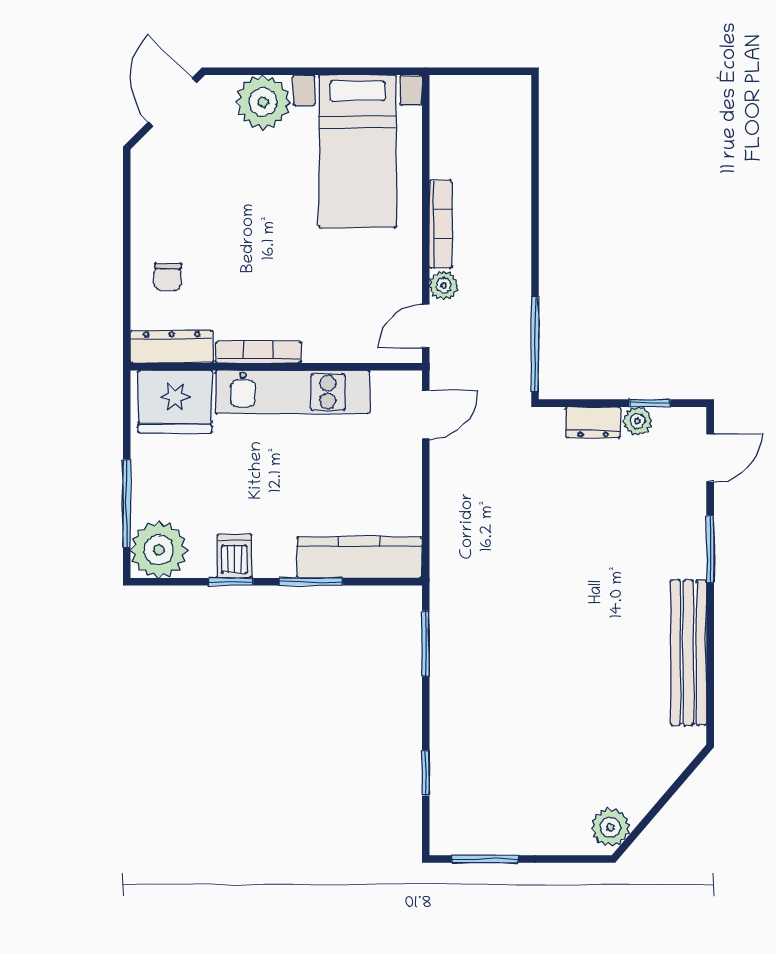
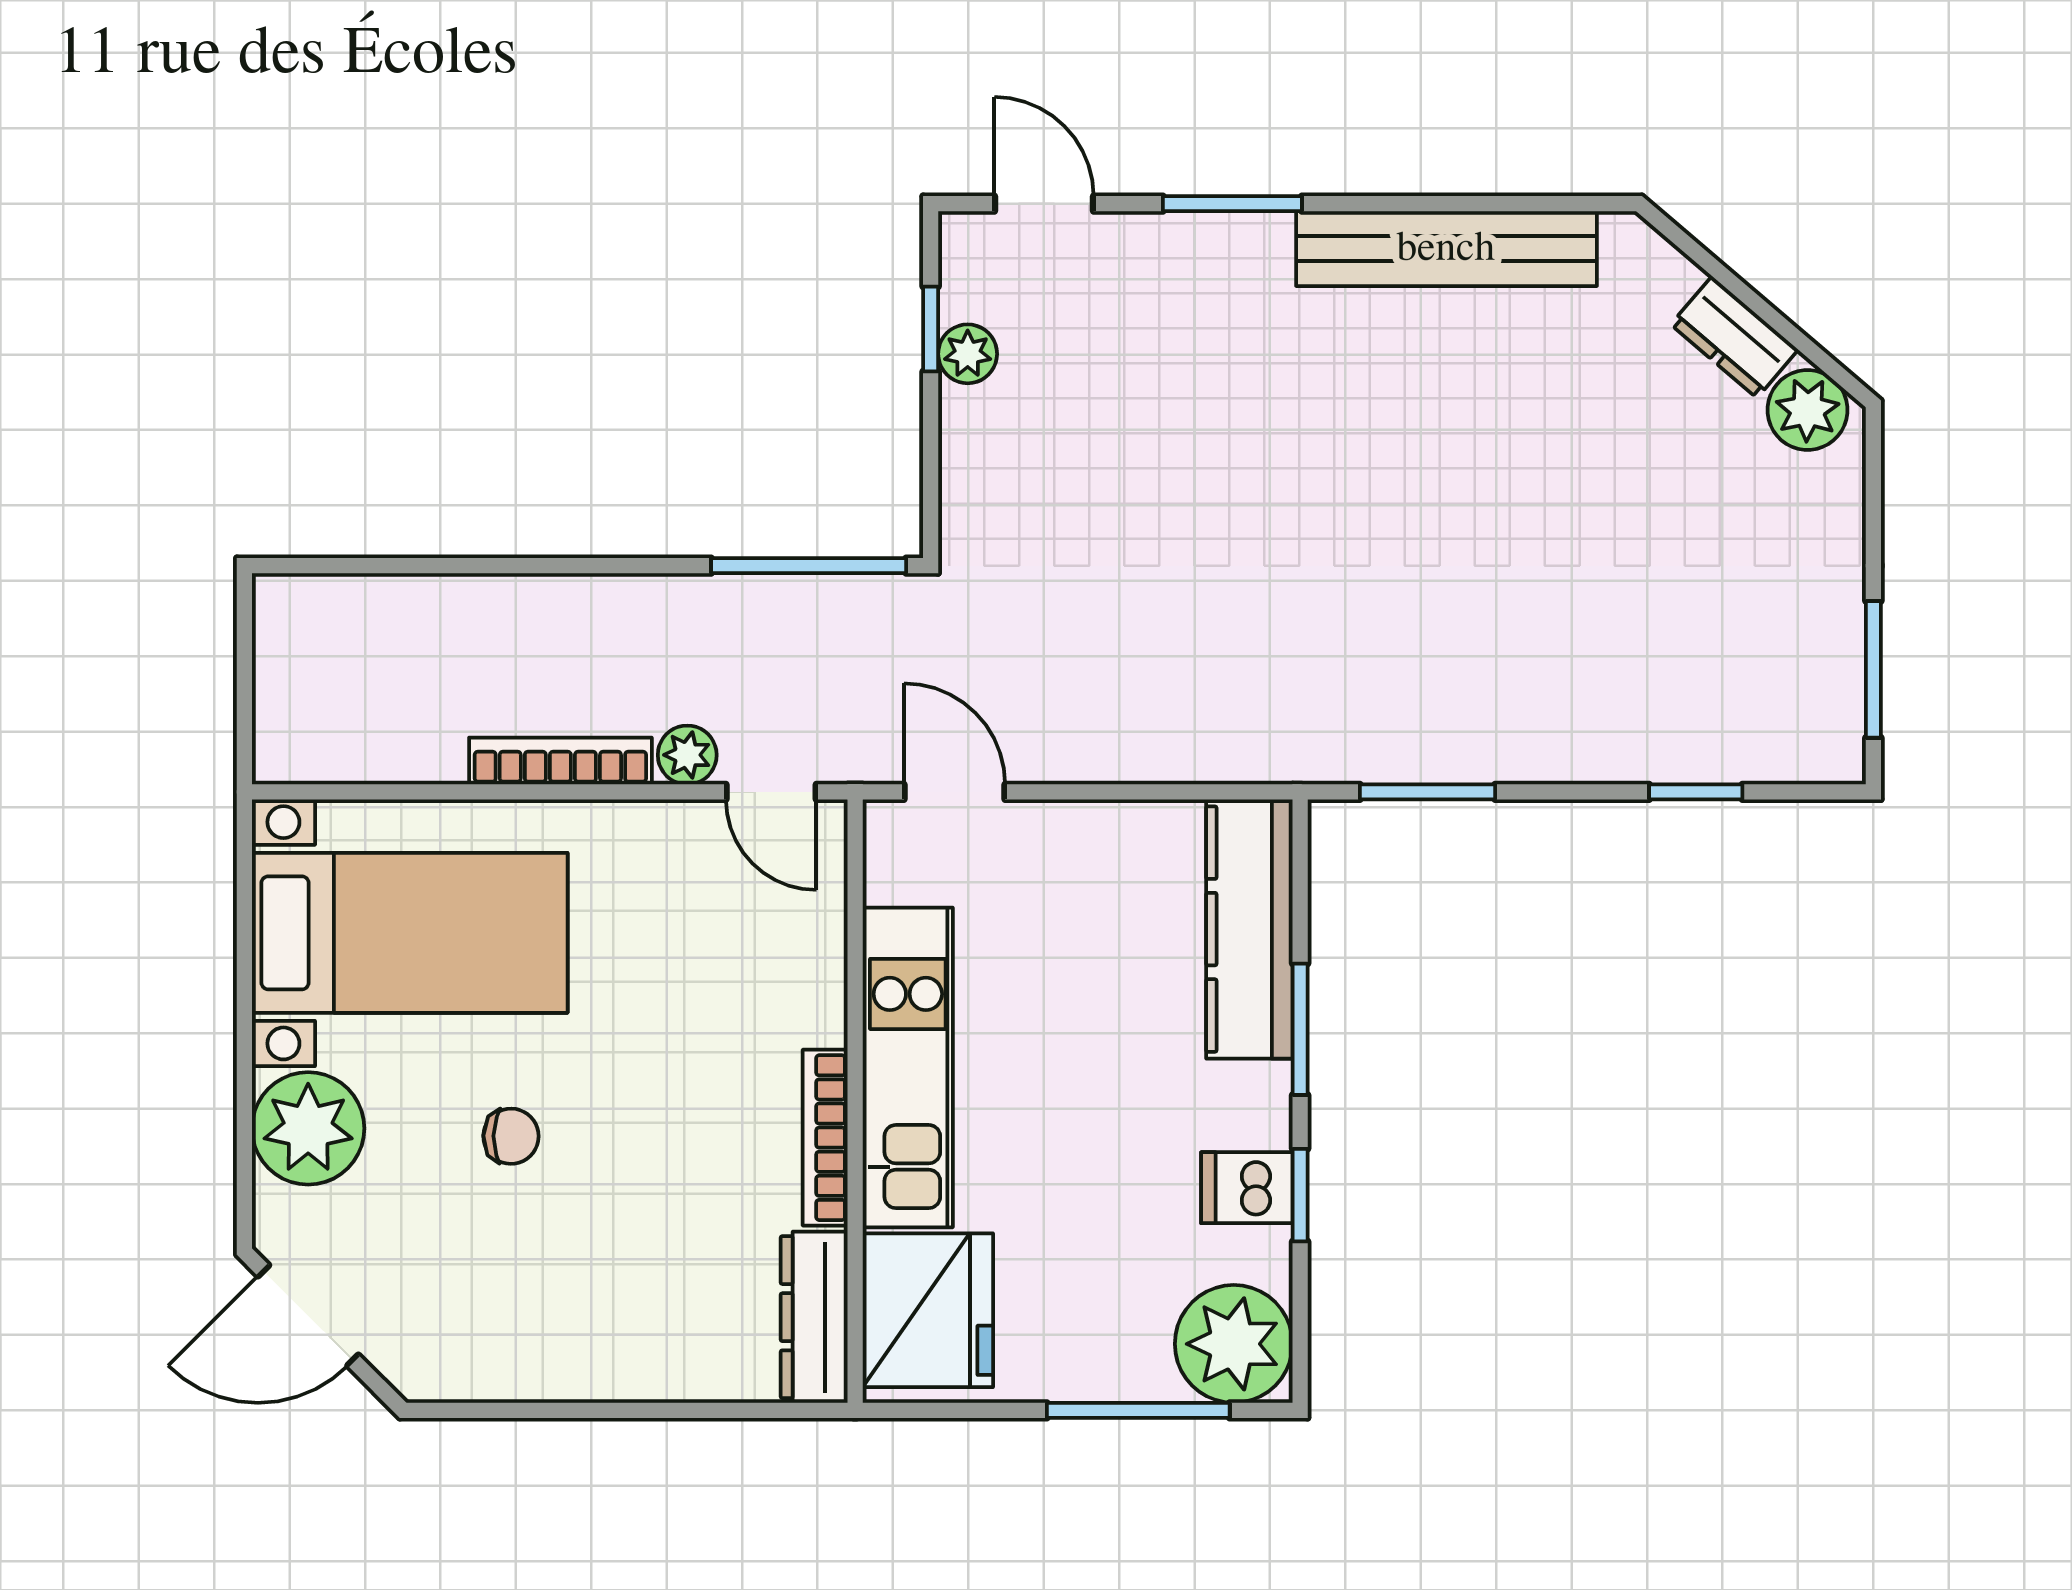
chair: (168, 277) -> (511, 1136), moved
dresser: (593, 422) -> (1734, 337), moved, turned 131

